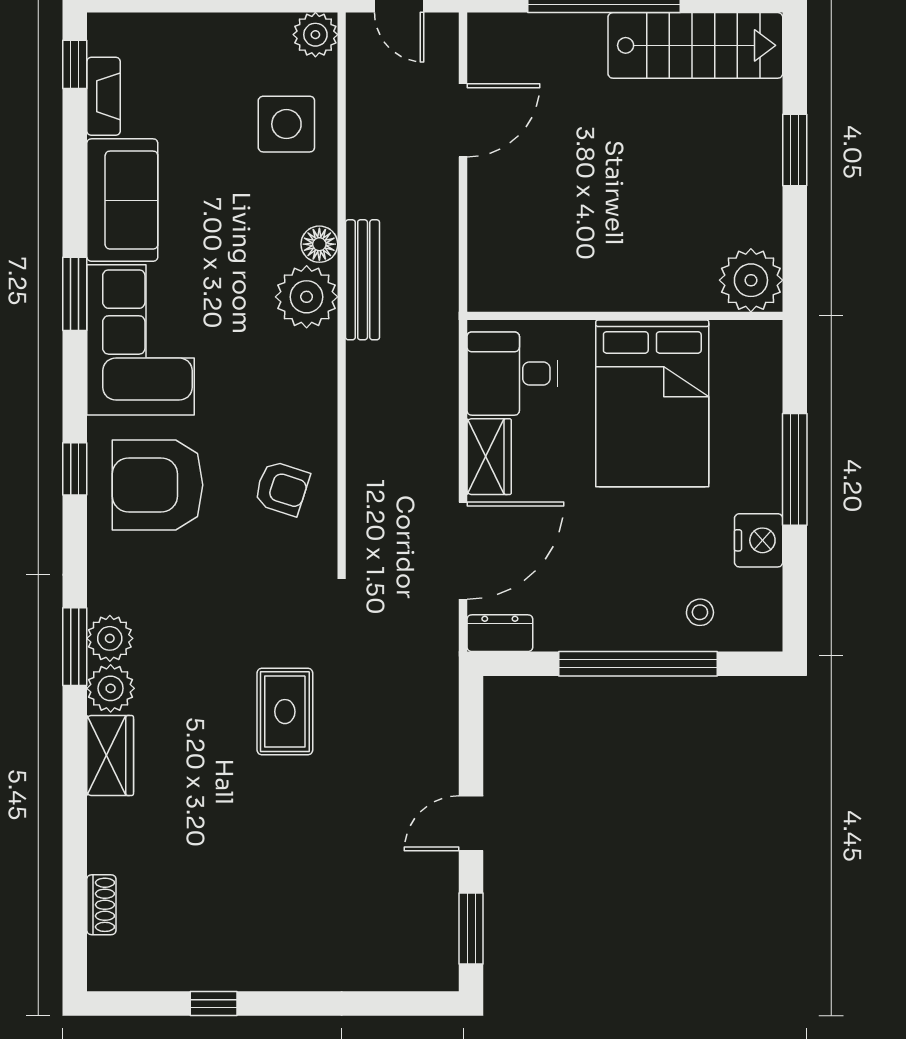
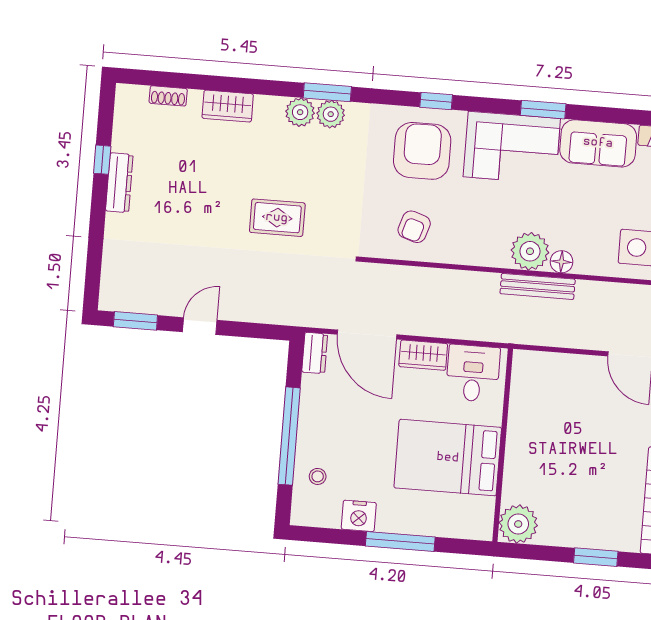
wardrobe: (110, 756) -> (228, 106), moved
door: (471, 823) -> (200, 326), hinge flipped
dresser: (249, 973) -> (119, 183), added

